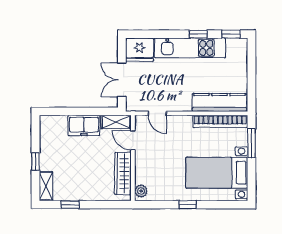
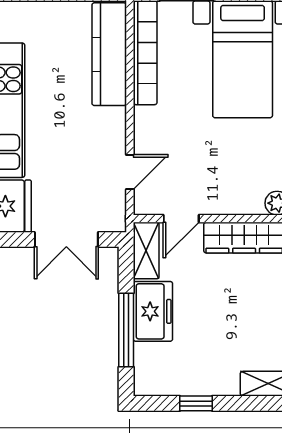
window: (74, 111) -> (126, 330), added
window: (36, 161) -> (196, 403), moved

